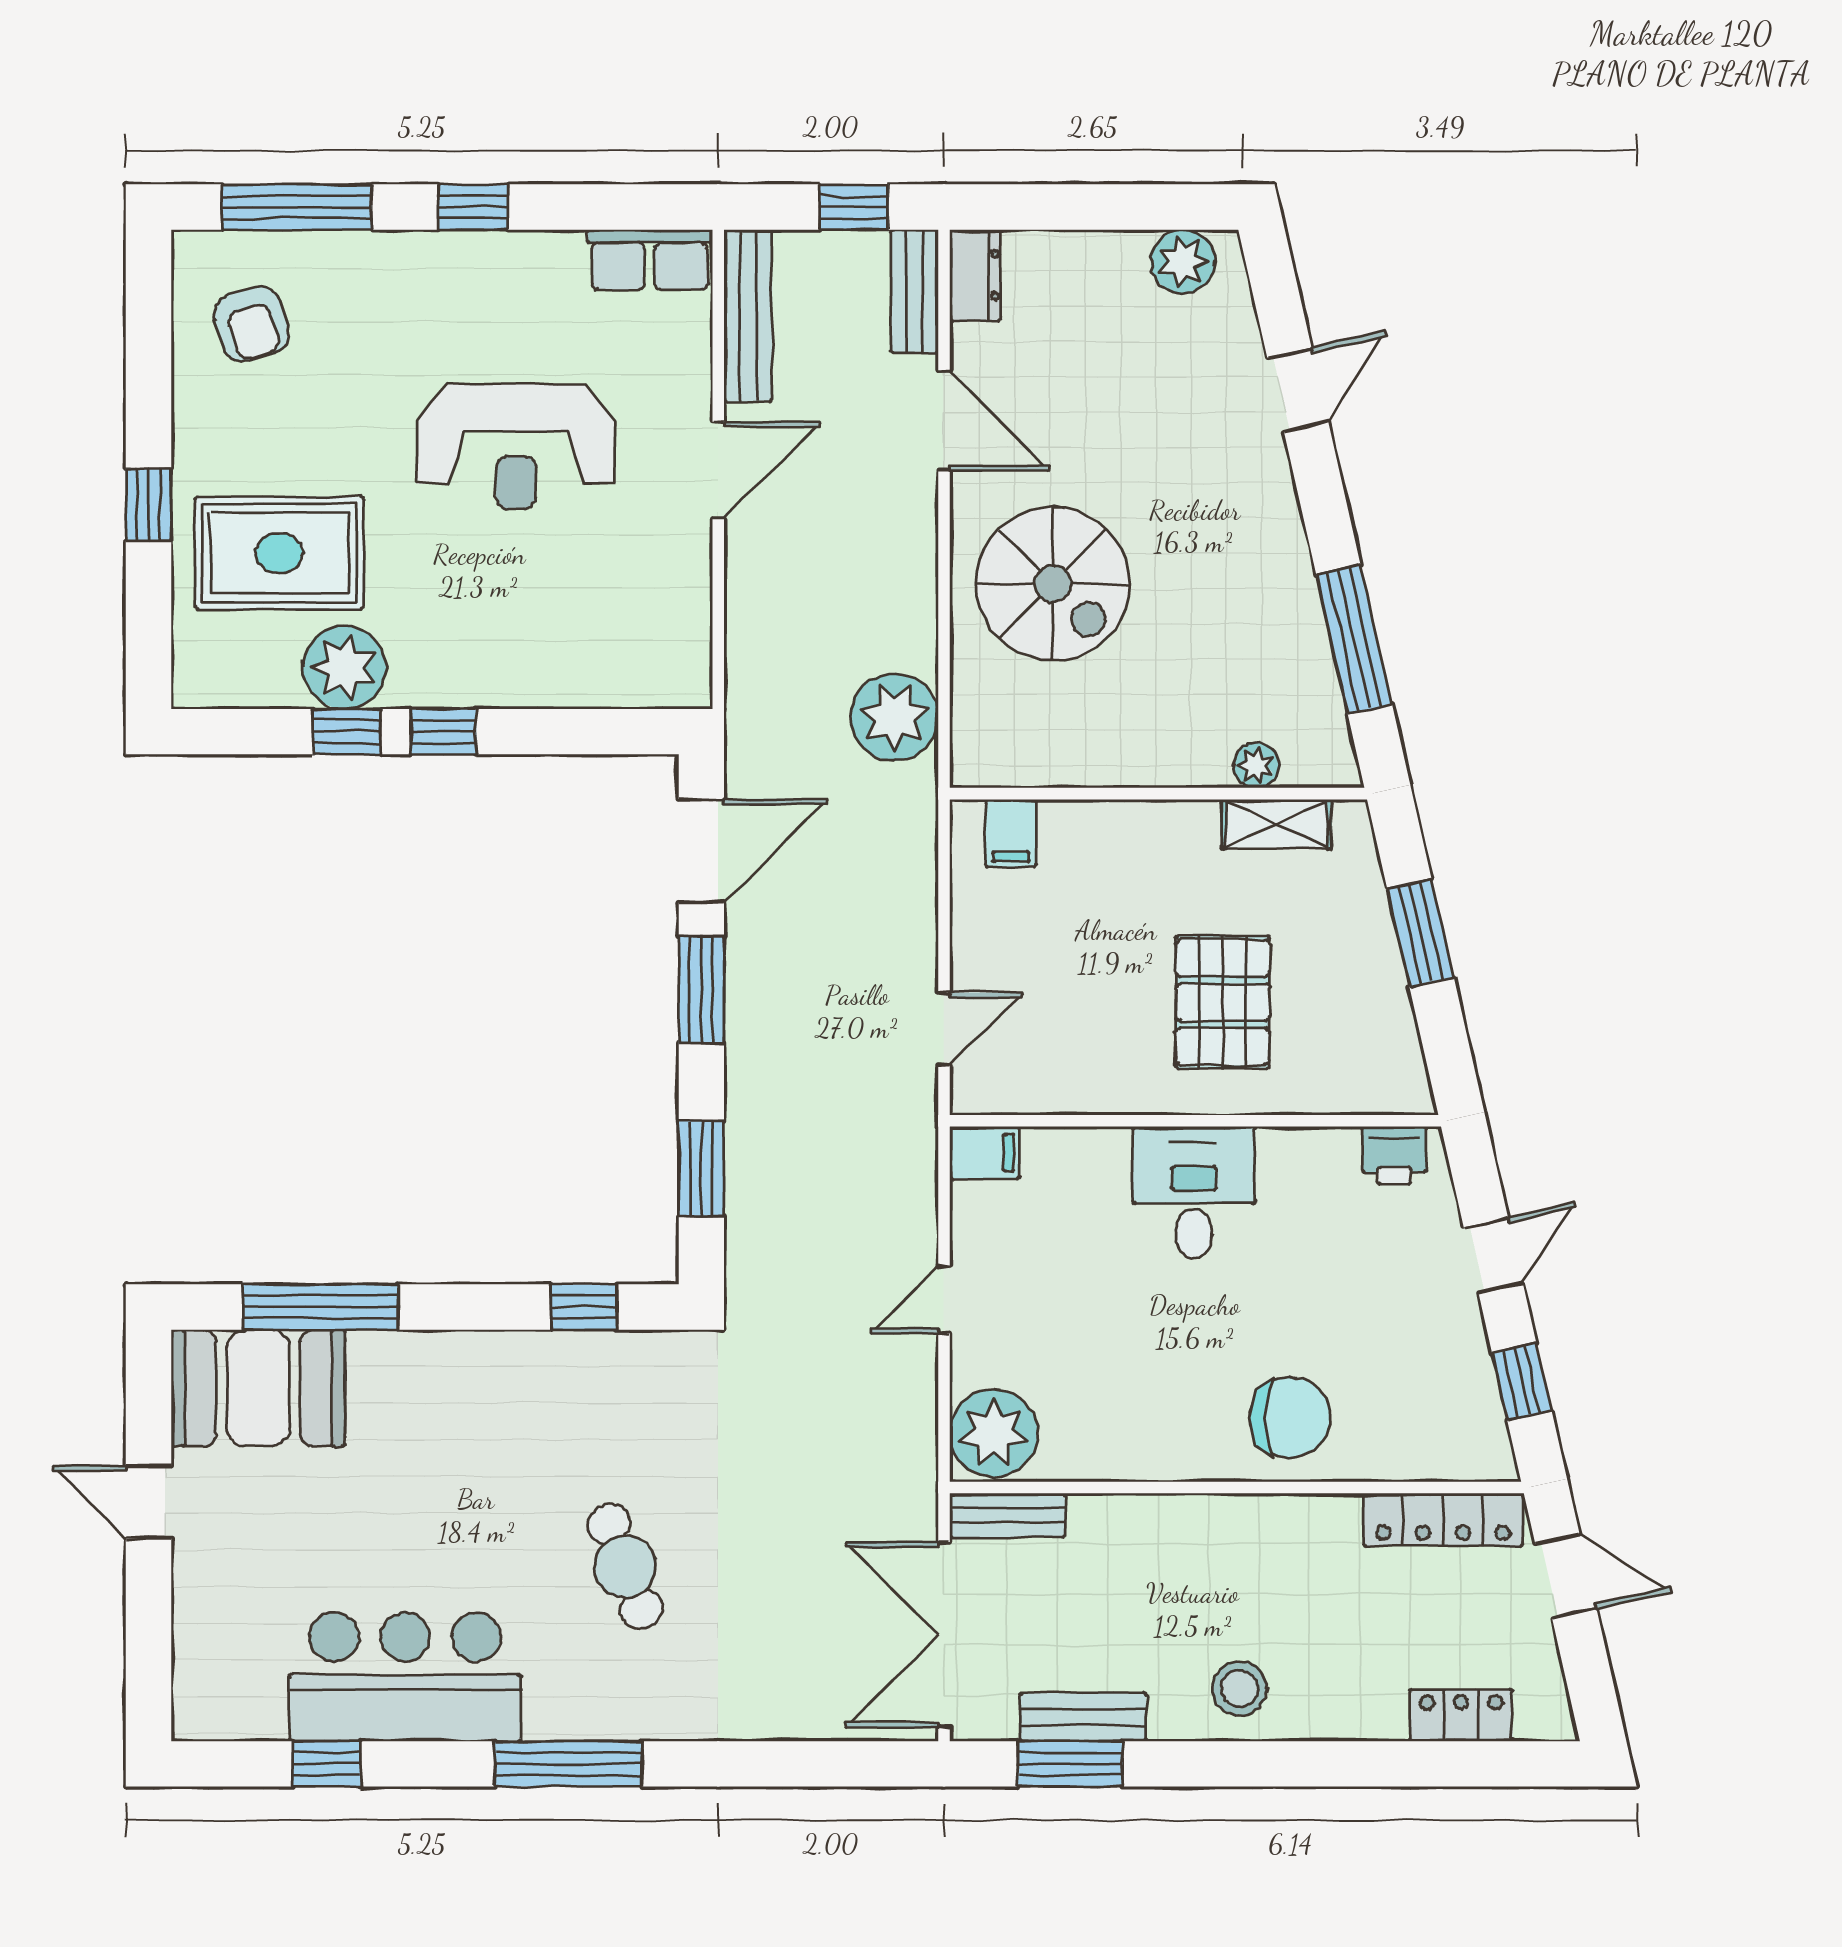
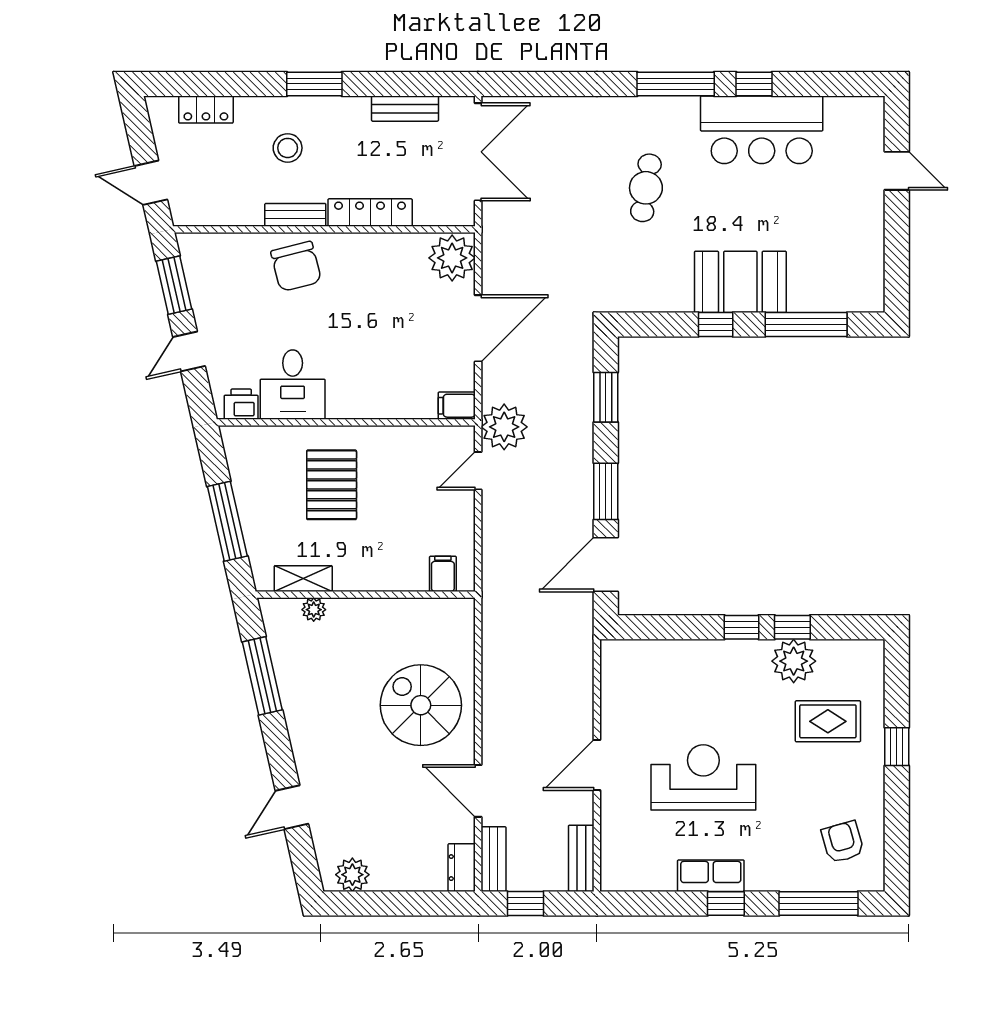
row of seats: (650, 260) -> (711, 876), moved
bench: (748, 316) -> (581, 858), width x0.73
rug: (279, 553) -> (828, 721), width x0.73, depth x0.70
plant: (895, 717) -> (504, 427), moved
window: (1420, 933) -> (227, 521), width x1.44
desk: (1194, 1193) -> (293, 385), moved
door: (944, 1300) -> (478, 328), width x1.88
window: (584, 1307) -> (716, 324), moved
window: (1522, 1382) -> (174, 285), width x1.50
booth: (258, 1388) -> (740, 282), moved
chair: (1290, 1417) -> (296, 266), turned -104
door: (149, 1502) -> (897, 171), moved
bench: (1007, 1515) -> (295, 215), moved
locker: (1443, 1520) -> (370, 213), moved
cafe table: (625, 1567) -> (646, 188), turned 30
stool: (1240, 1689) -> (288, 148), moved
window: (327, 1764) -> (754, 84), moved
window: (1070, 1764) -> (314, 84), moved

